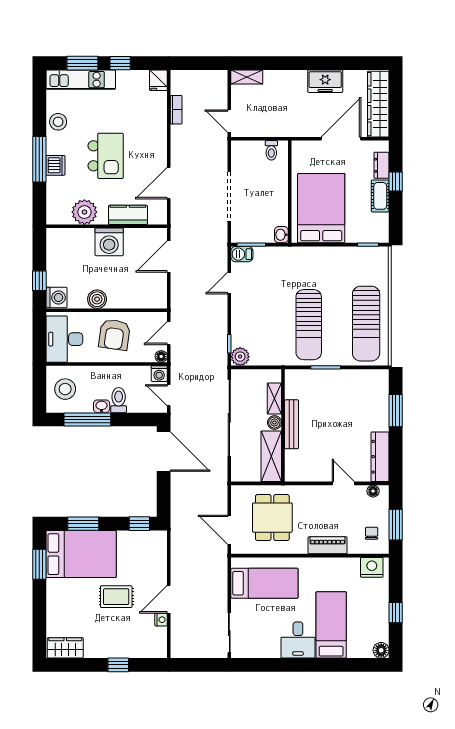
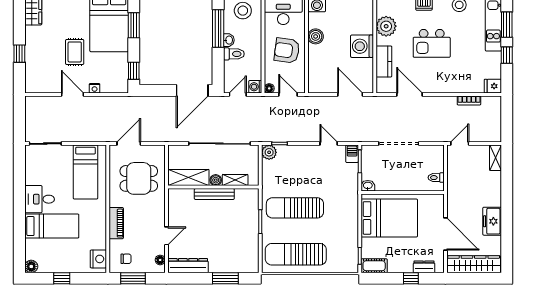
cot: (380, 196) -> (374, 266), moved
nightstand: (161, 620) -> (95, 88), moved

